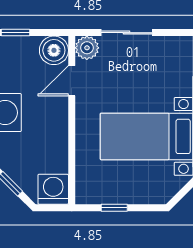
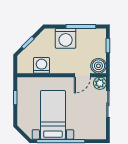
door: (72, 81) -> (82, 75), swing flipped
washing machine: (53, 189) -> (42, 65), moved, turned -90

